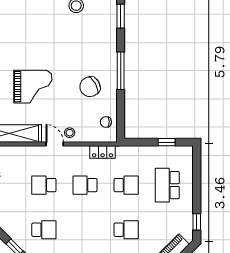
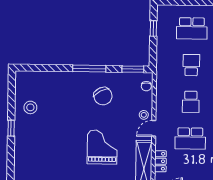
window: (121, 16) -> (133, 69), moved
chair: (106, 122) -> (146, 86), moved
locker: (103, 152) -> (160, 161), moved
school desk: (44, 185) -> (190, 139), width x1.85

